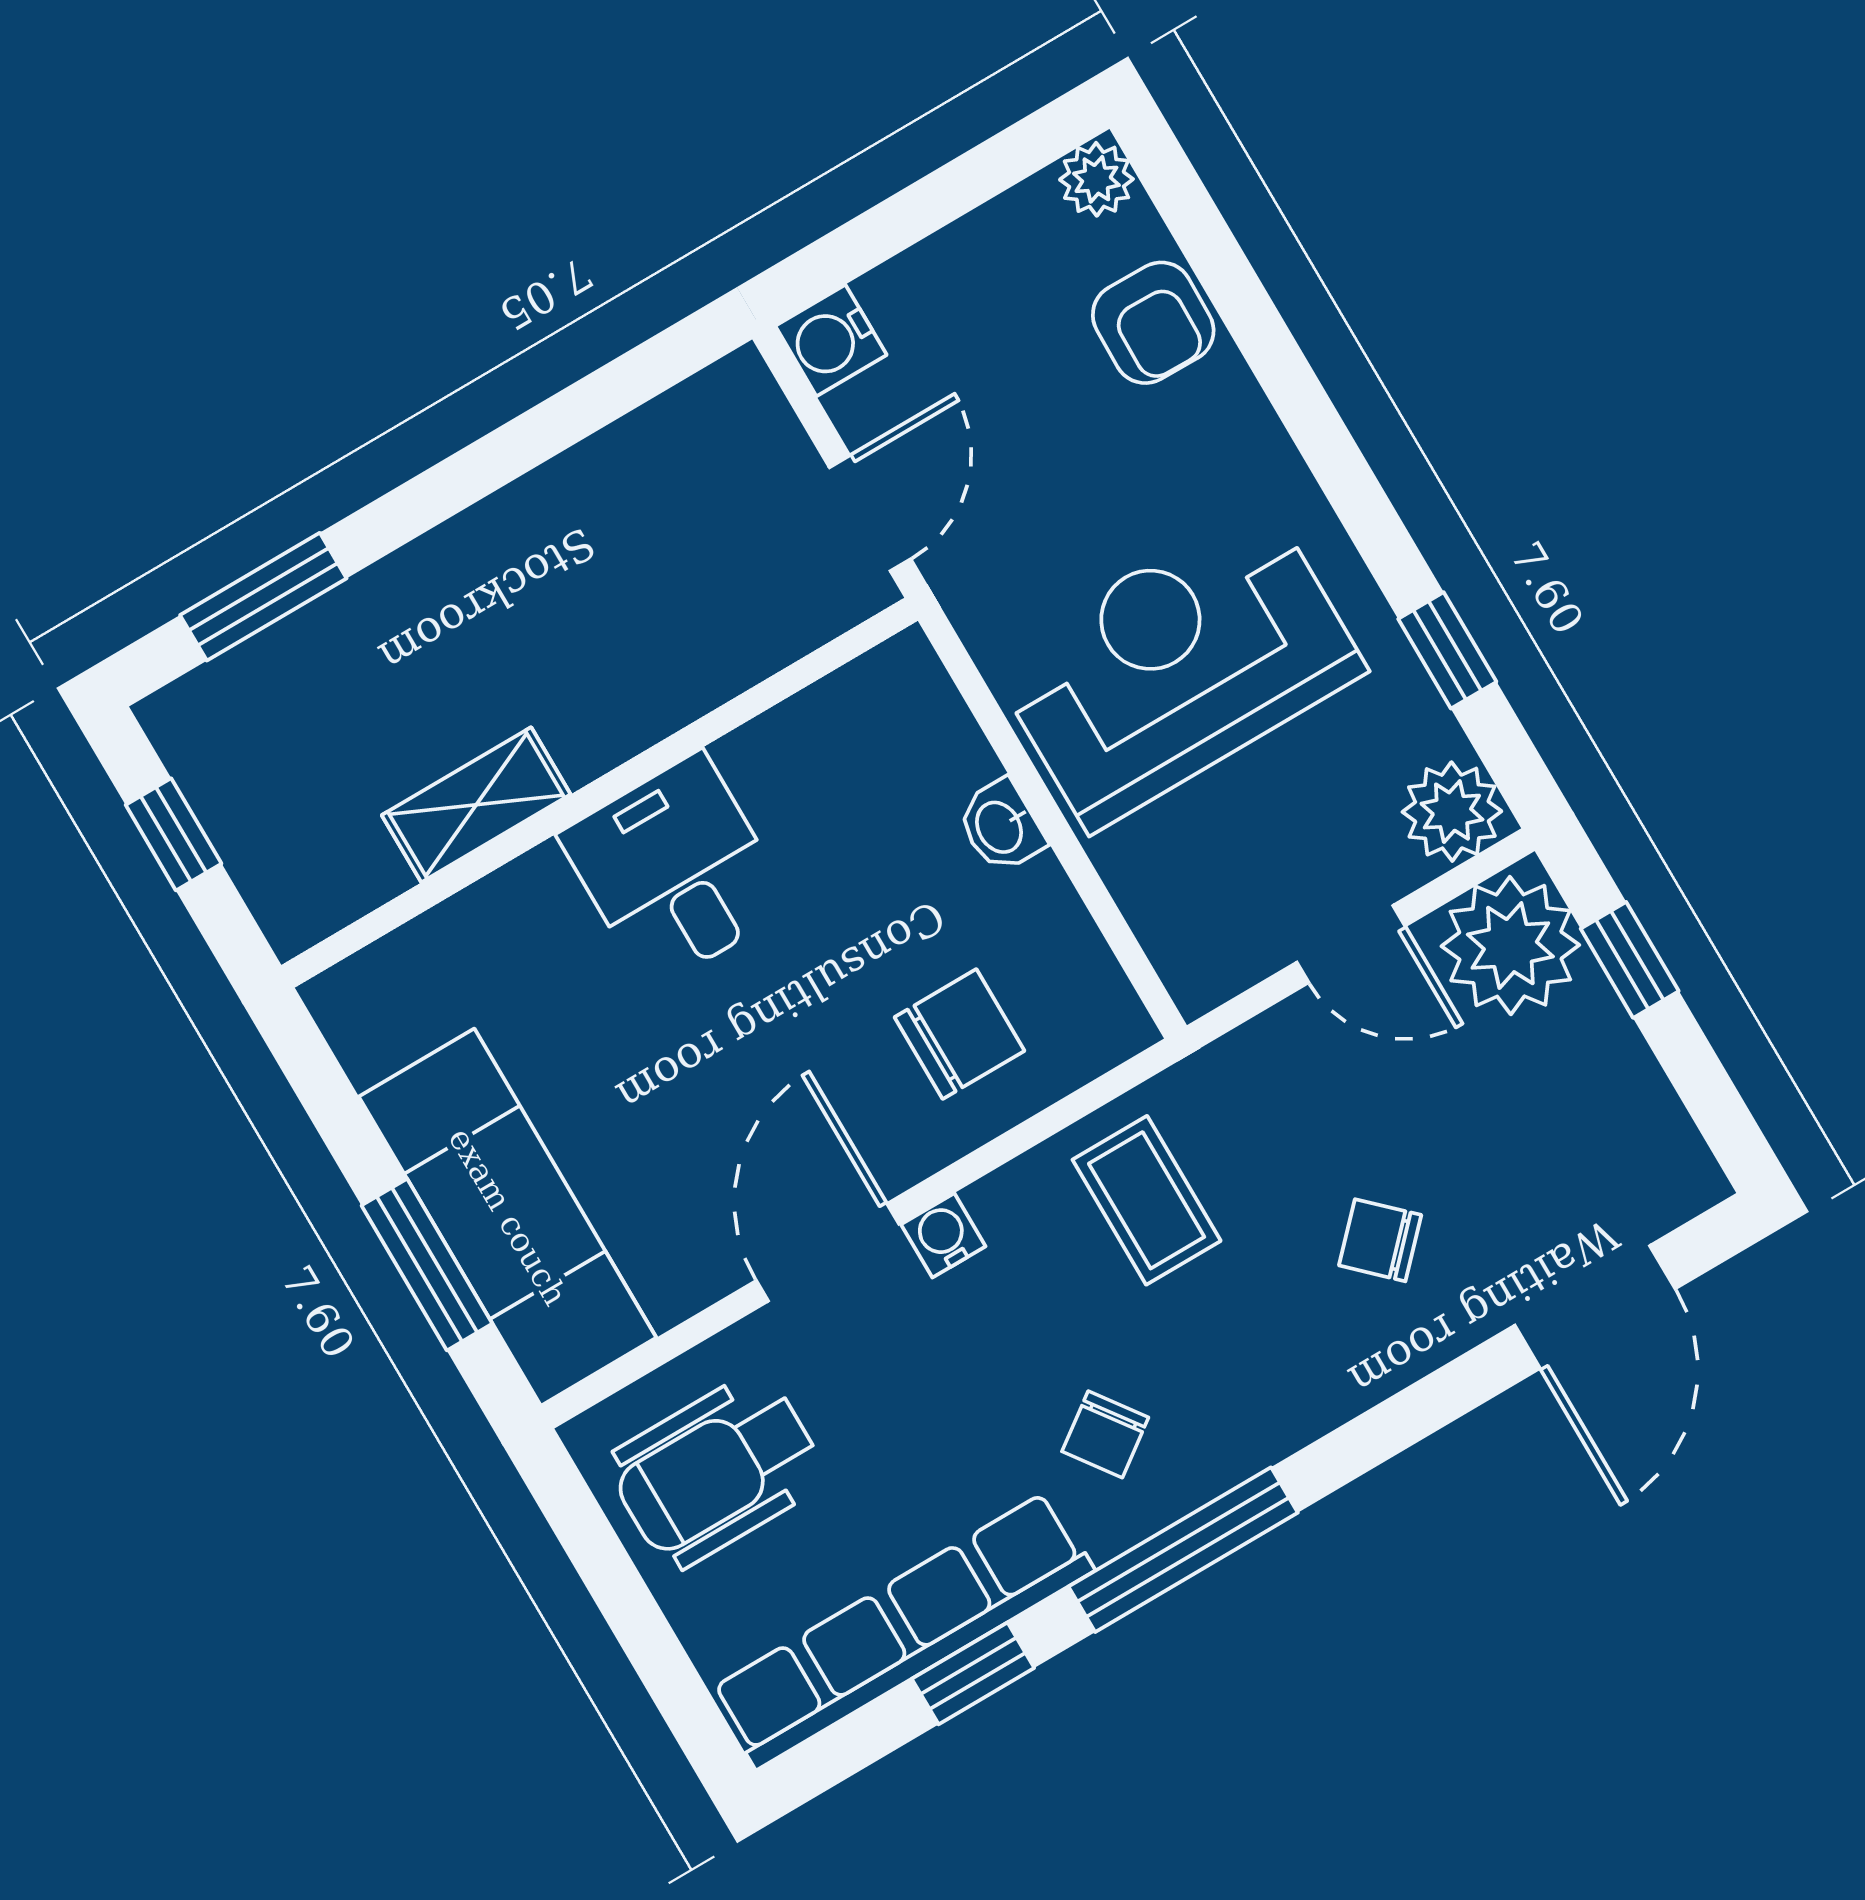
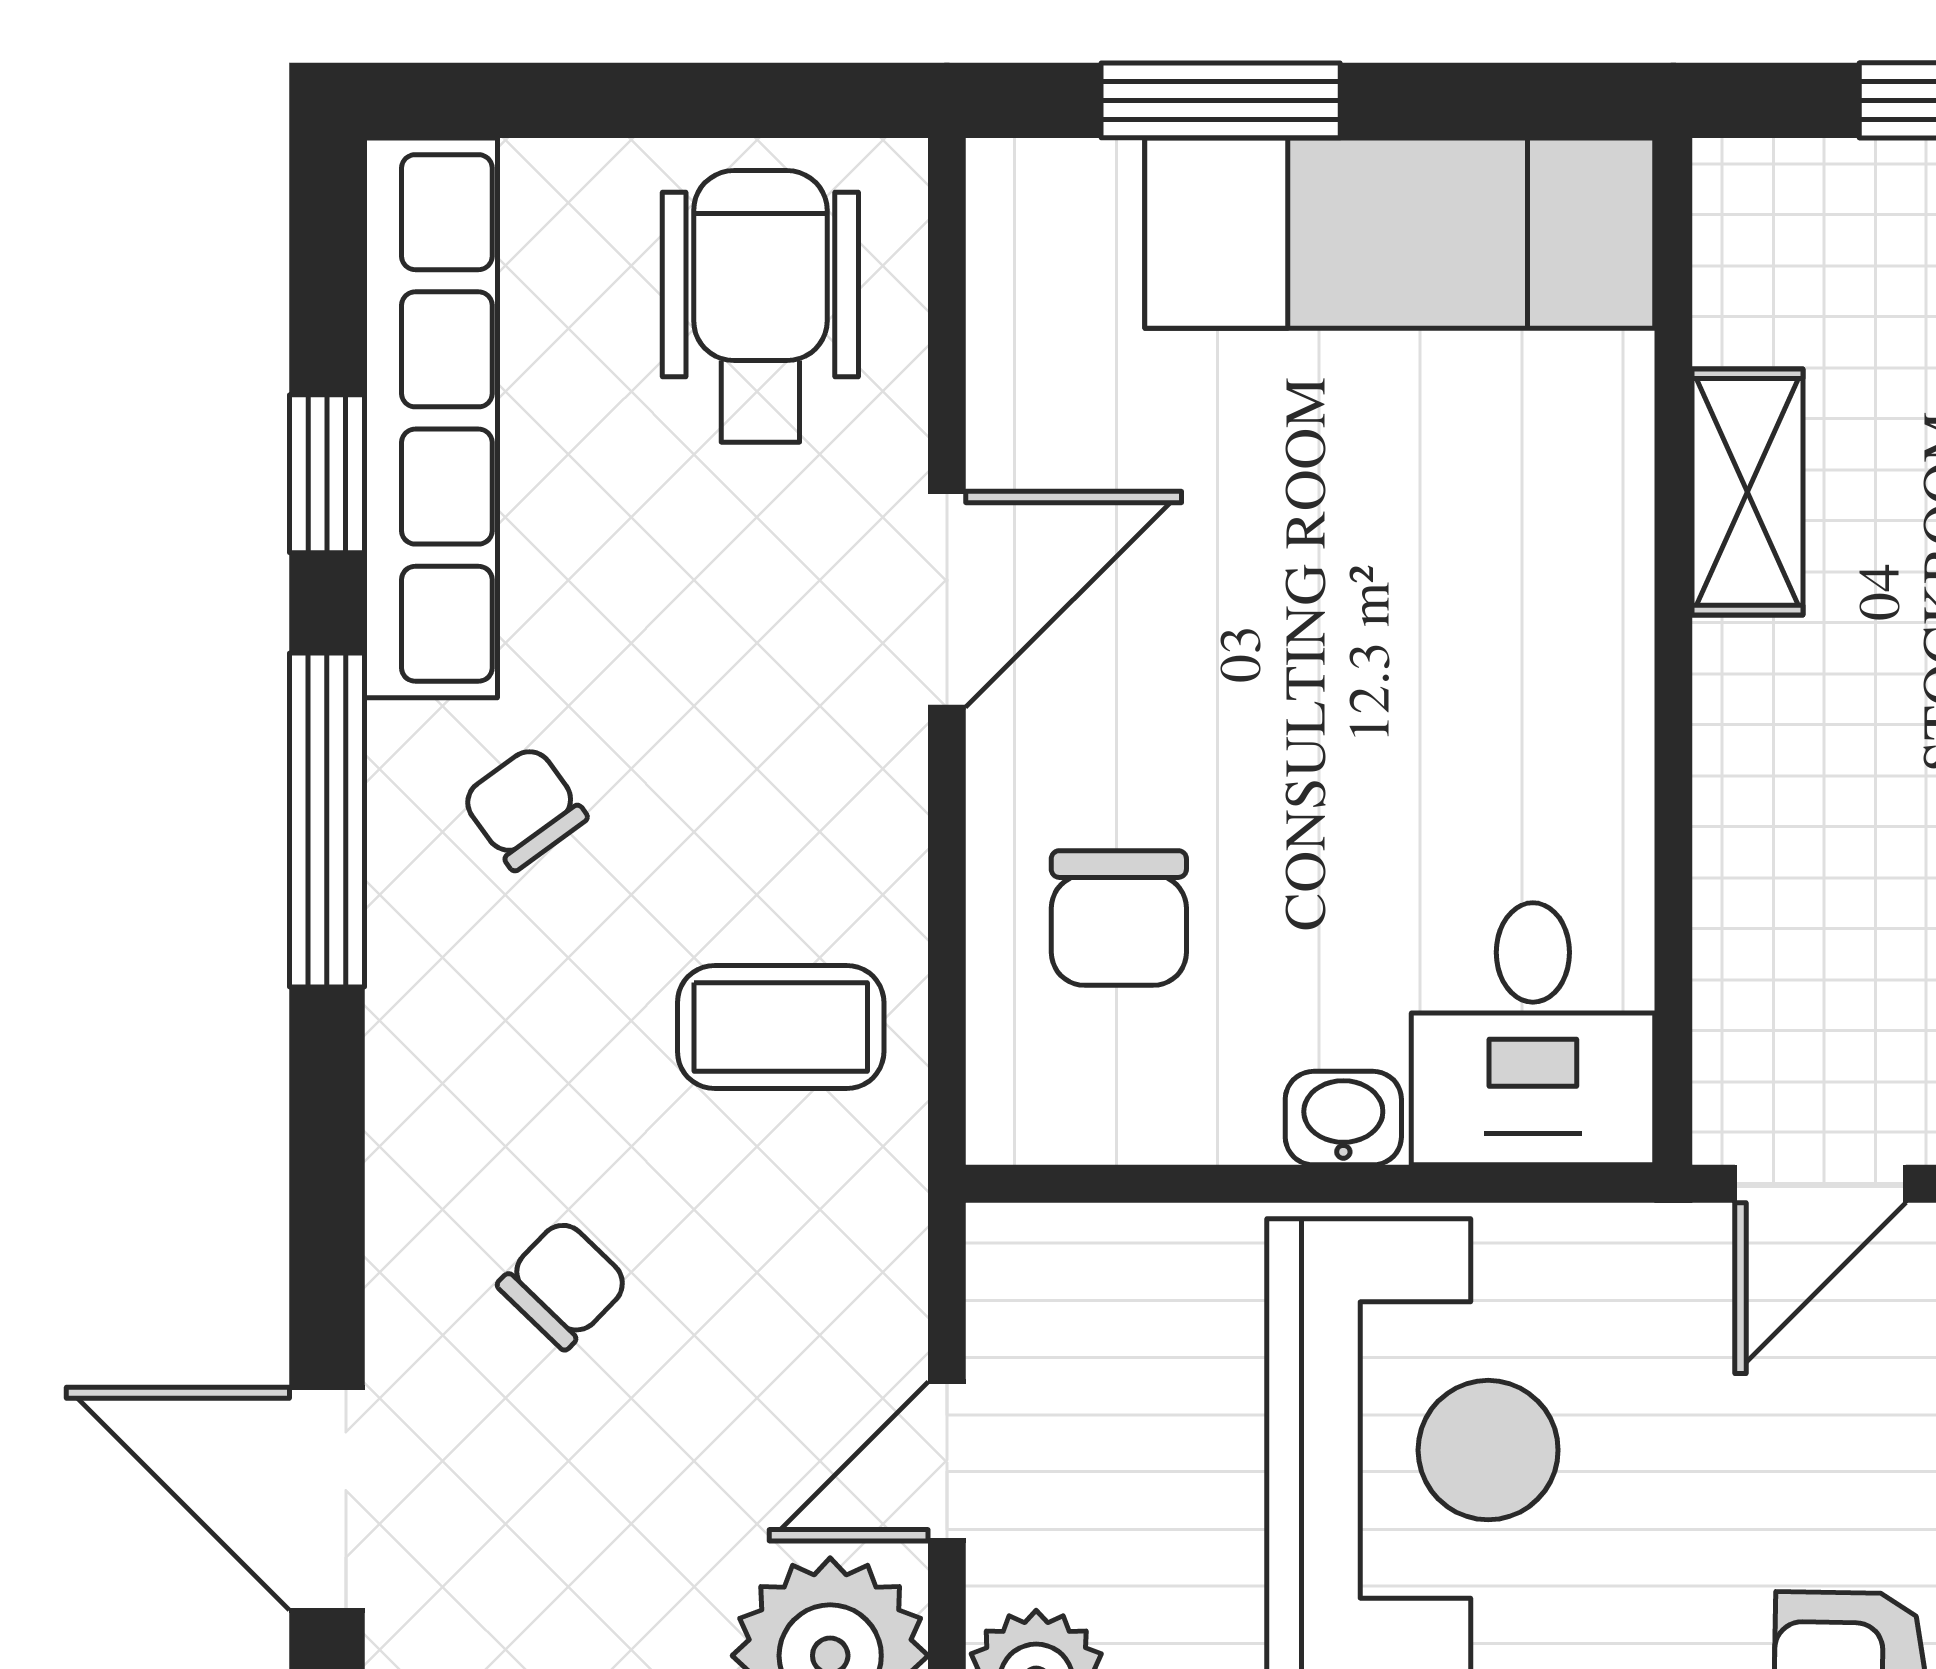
door: (870, 513) -> (1820, 1184), hinge flipped
desk: (676, 871) -> (1533, 1034), moved, turned 90
exam couch: (508, 1217) -> (1400, 233), moved
water cooler: (943, 1235) -> (884, 753), removed
door: (828, 1252) -> (947, 599), hinge flipped

